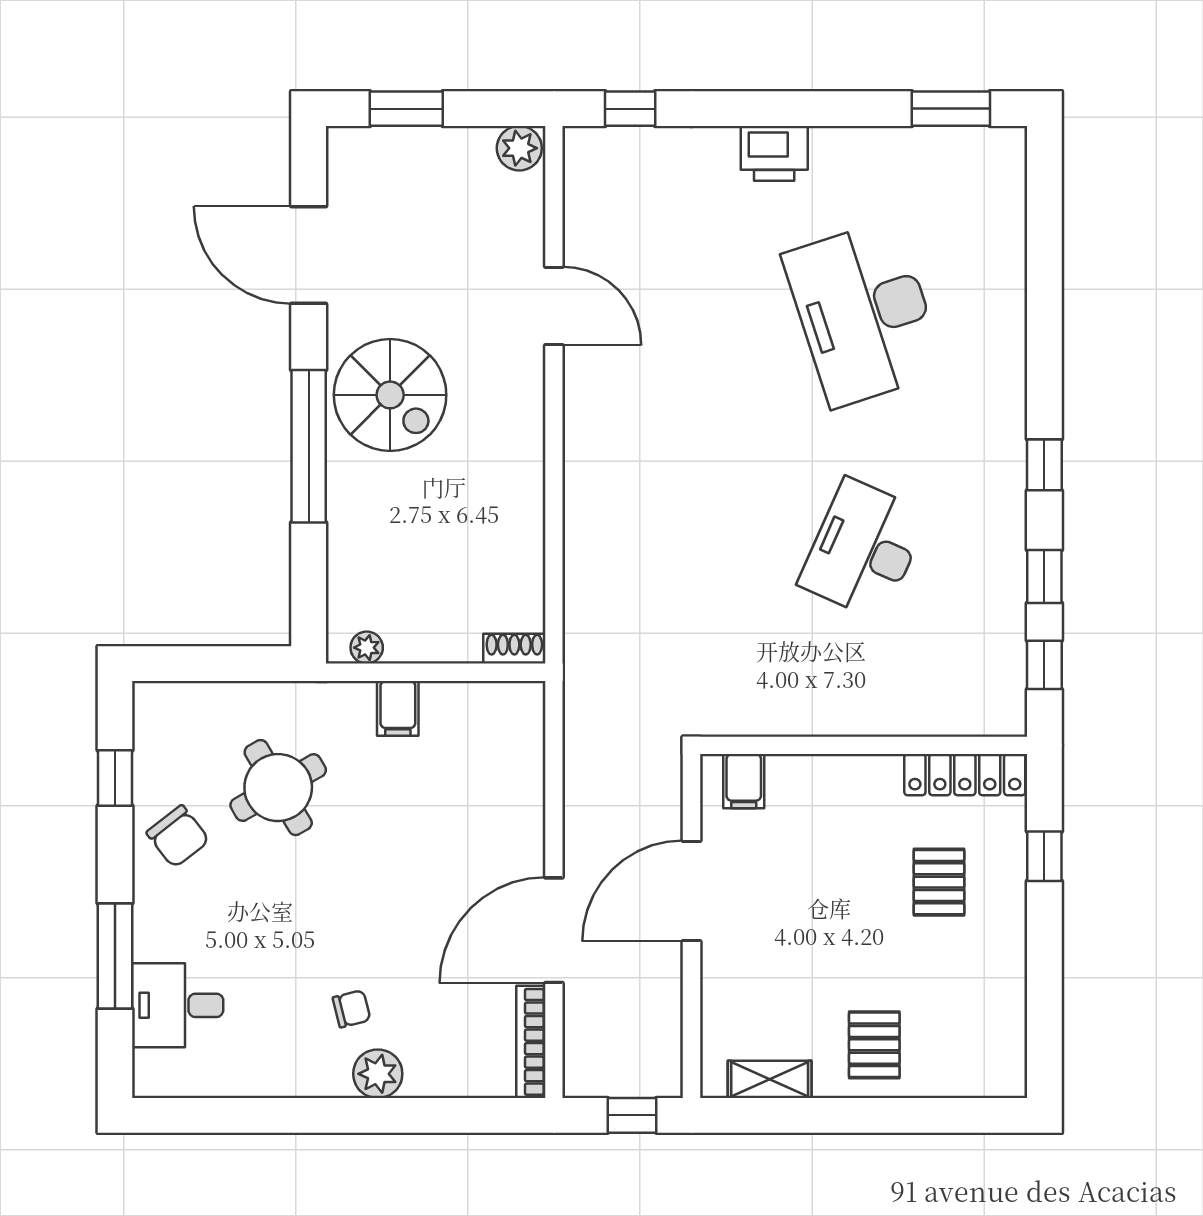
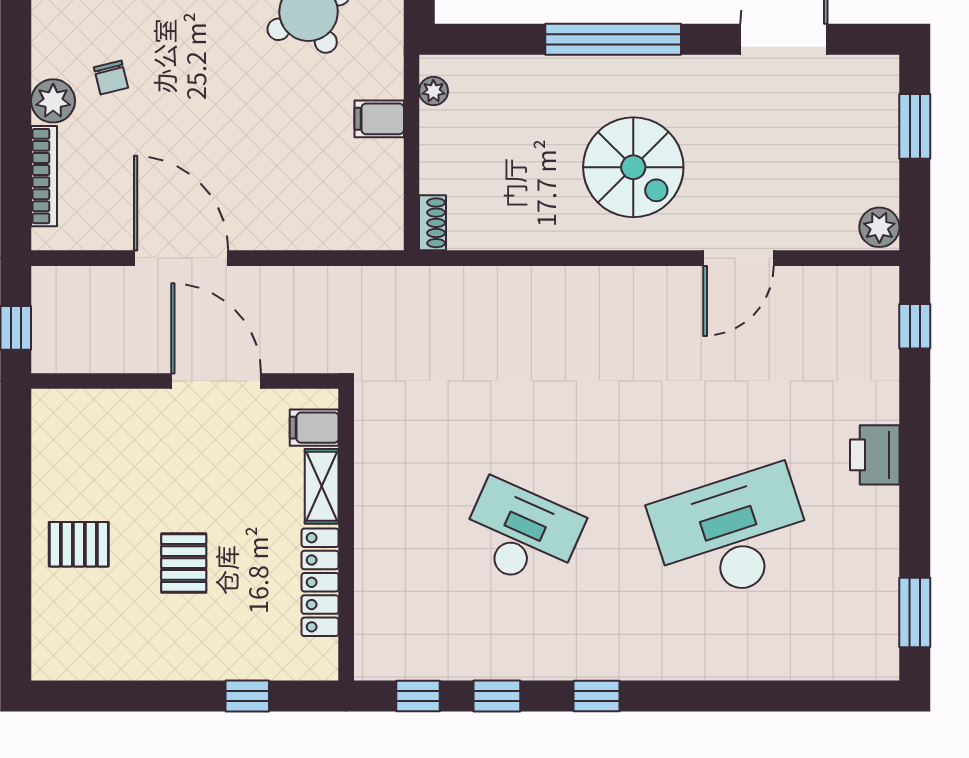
spiral stairs: (390, 395) -> (633, 167), moved, turned -90
locker: (965, 775) -> (320, 582), moved
pallet: (939, 882) -> (184, 563), moved, turned 90
bookcase: (531, 1042) -> (44, 176), moved, turned 90
shelving: (770, 1079) -> (322, 486), moved

